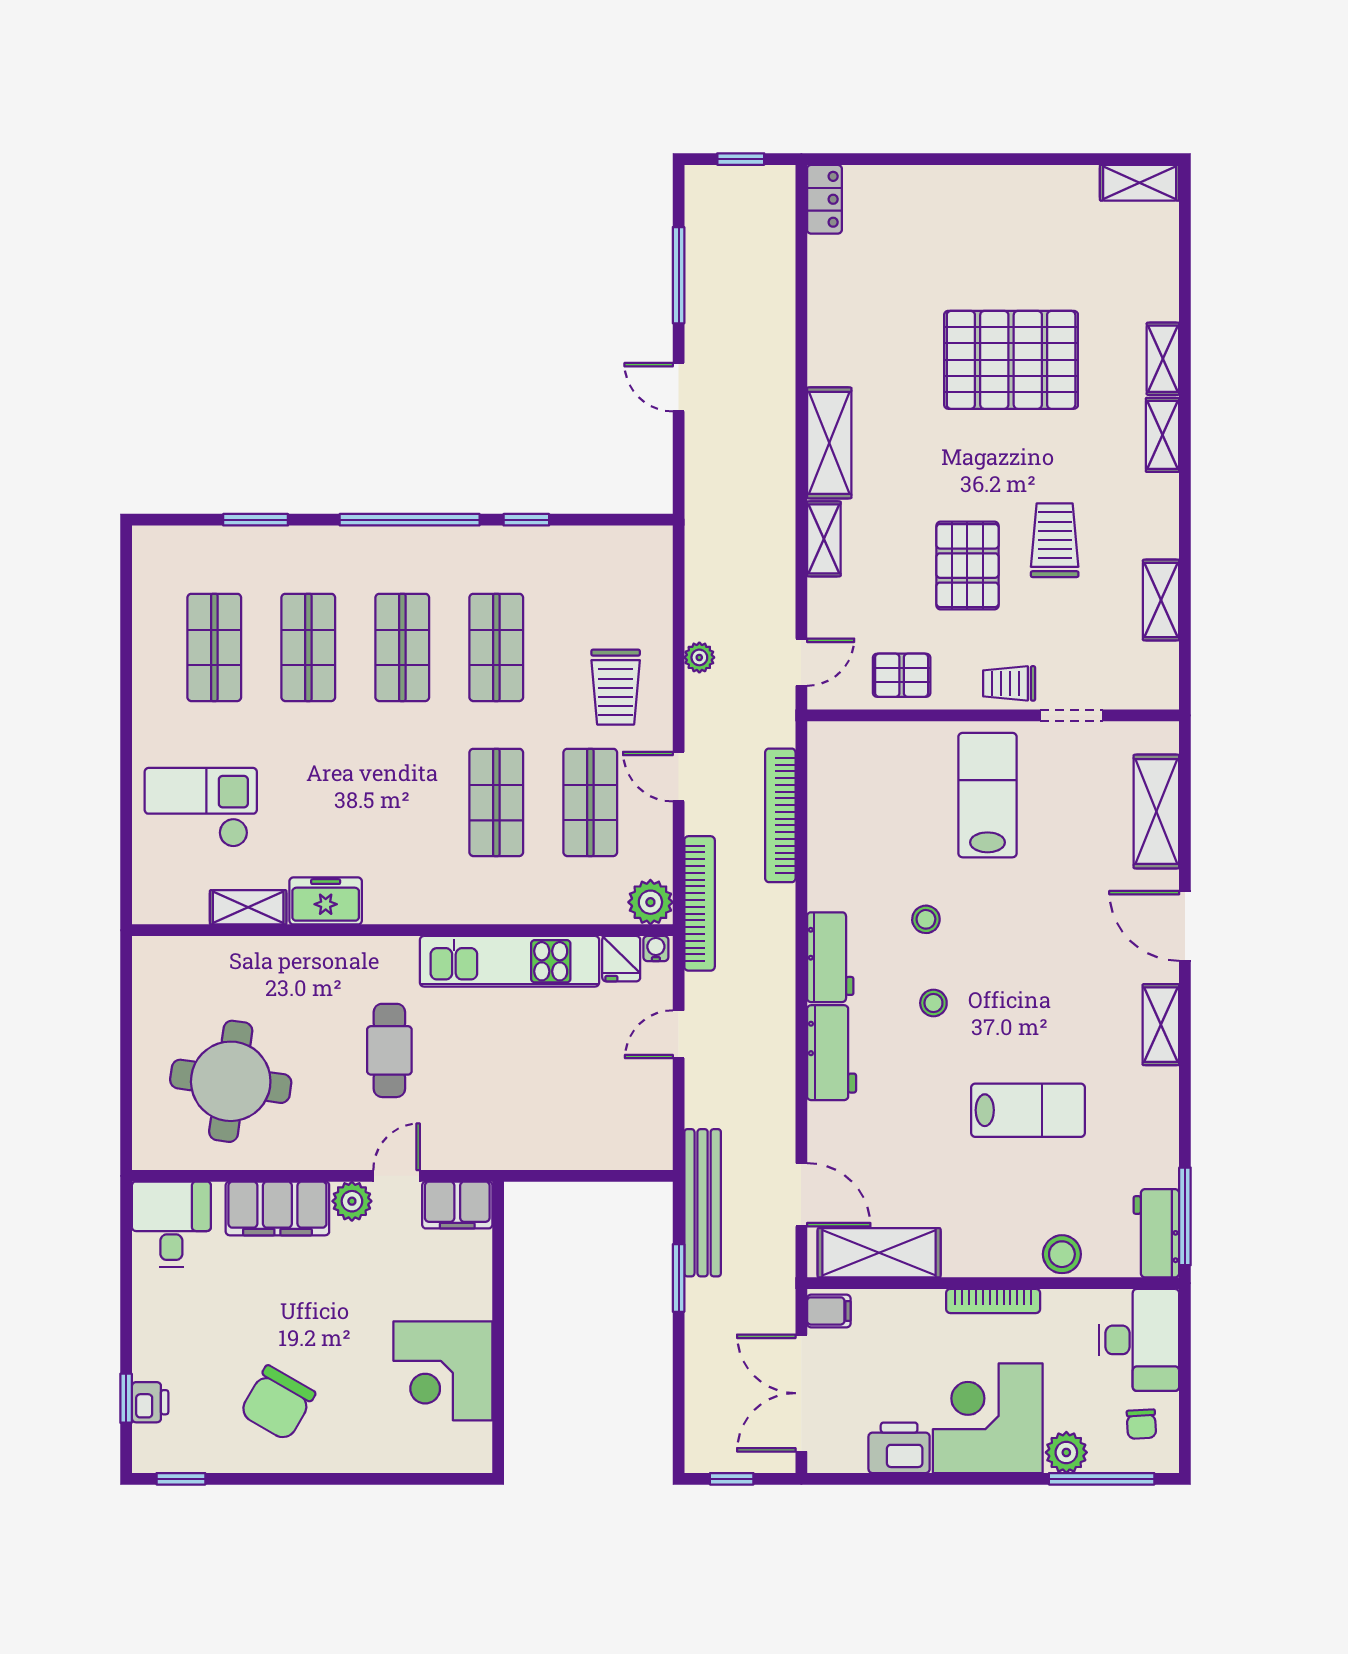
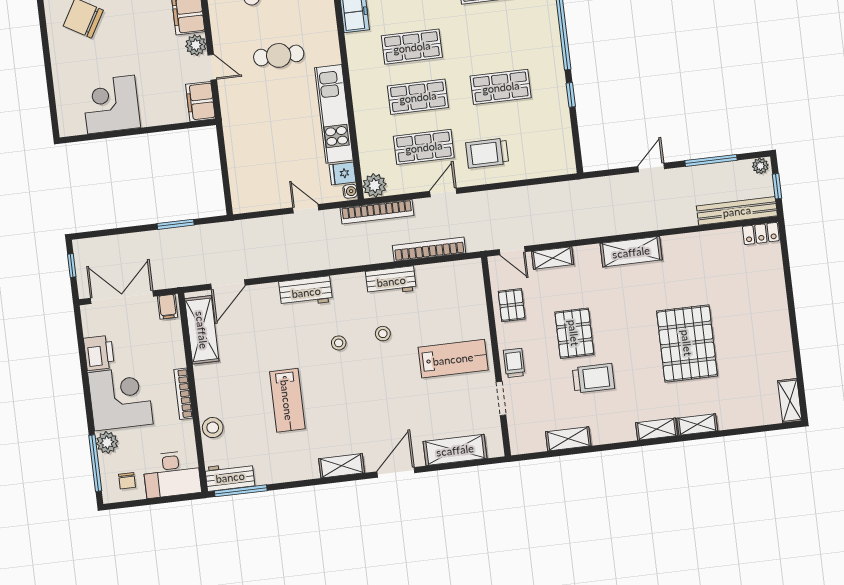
shelving: (824, 539) -> (553, 258), moved
pallet: (967, 566) -> (574, 333), turned 90
shop shelf: (402, 647) -> (412, 47), moved
plant: (699, 657) -> (760, 166), moved
workbench: (830, 957) -> (391, 281), moved
bench: (703, 1203) -> (737, 211), moved
chair: (1141, 1424) -> (127, 481), turned -87

